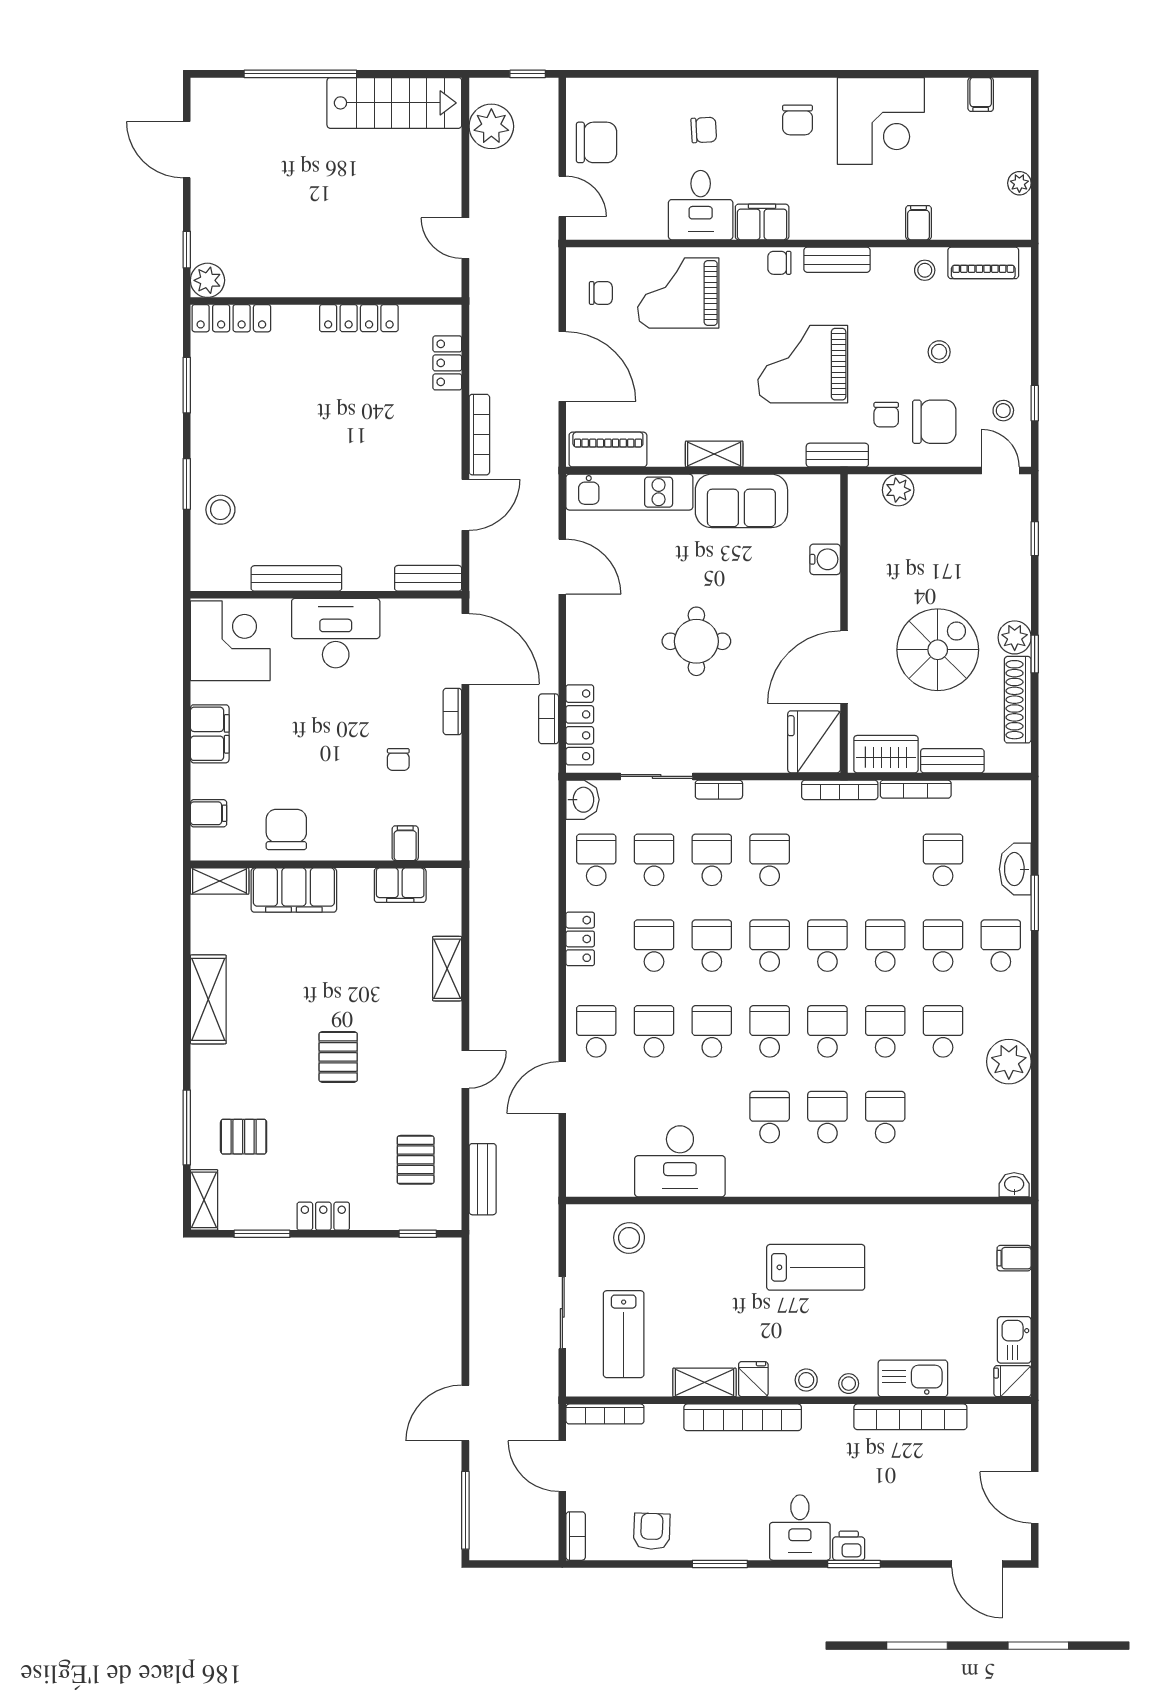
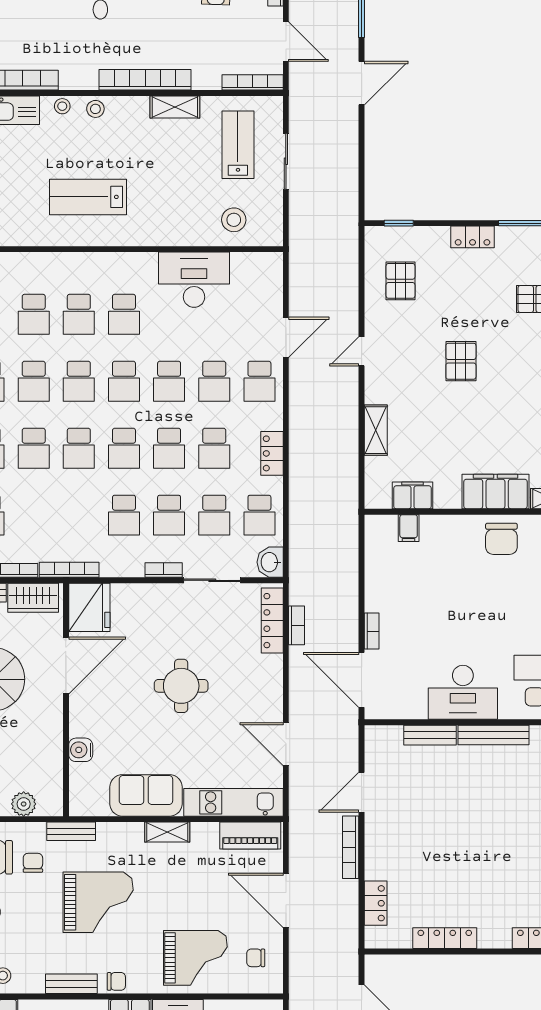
bench: (428, 578) -> (430, 735), moved
chair: (398, 760) -> (414, 593), removed
bench: (483, 1179) -> (348, 266), removed
fridge: (753, 1379) -> (137, 110), removed

